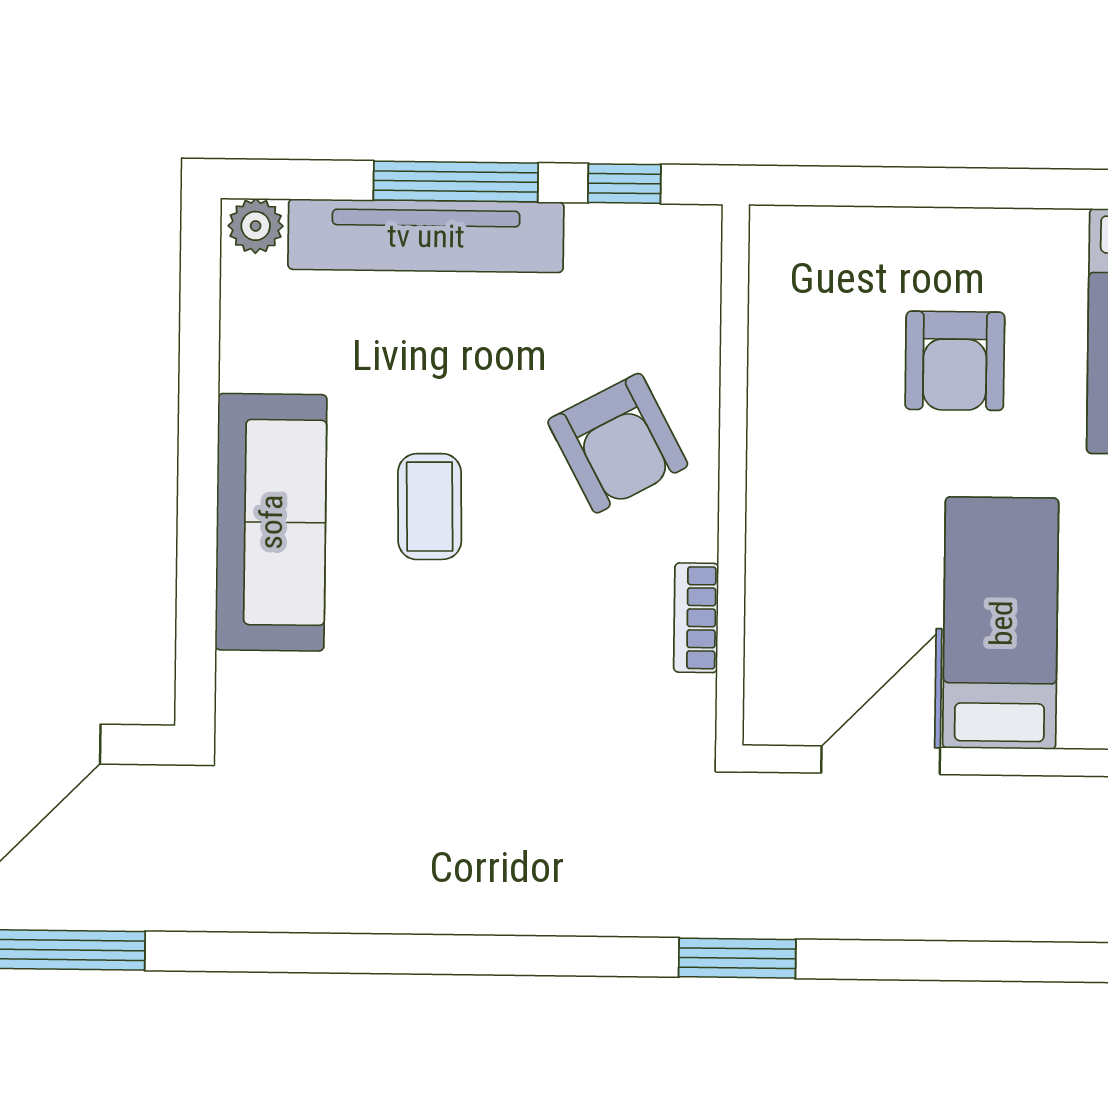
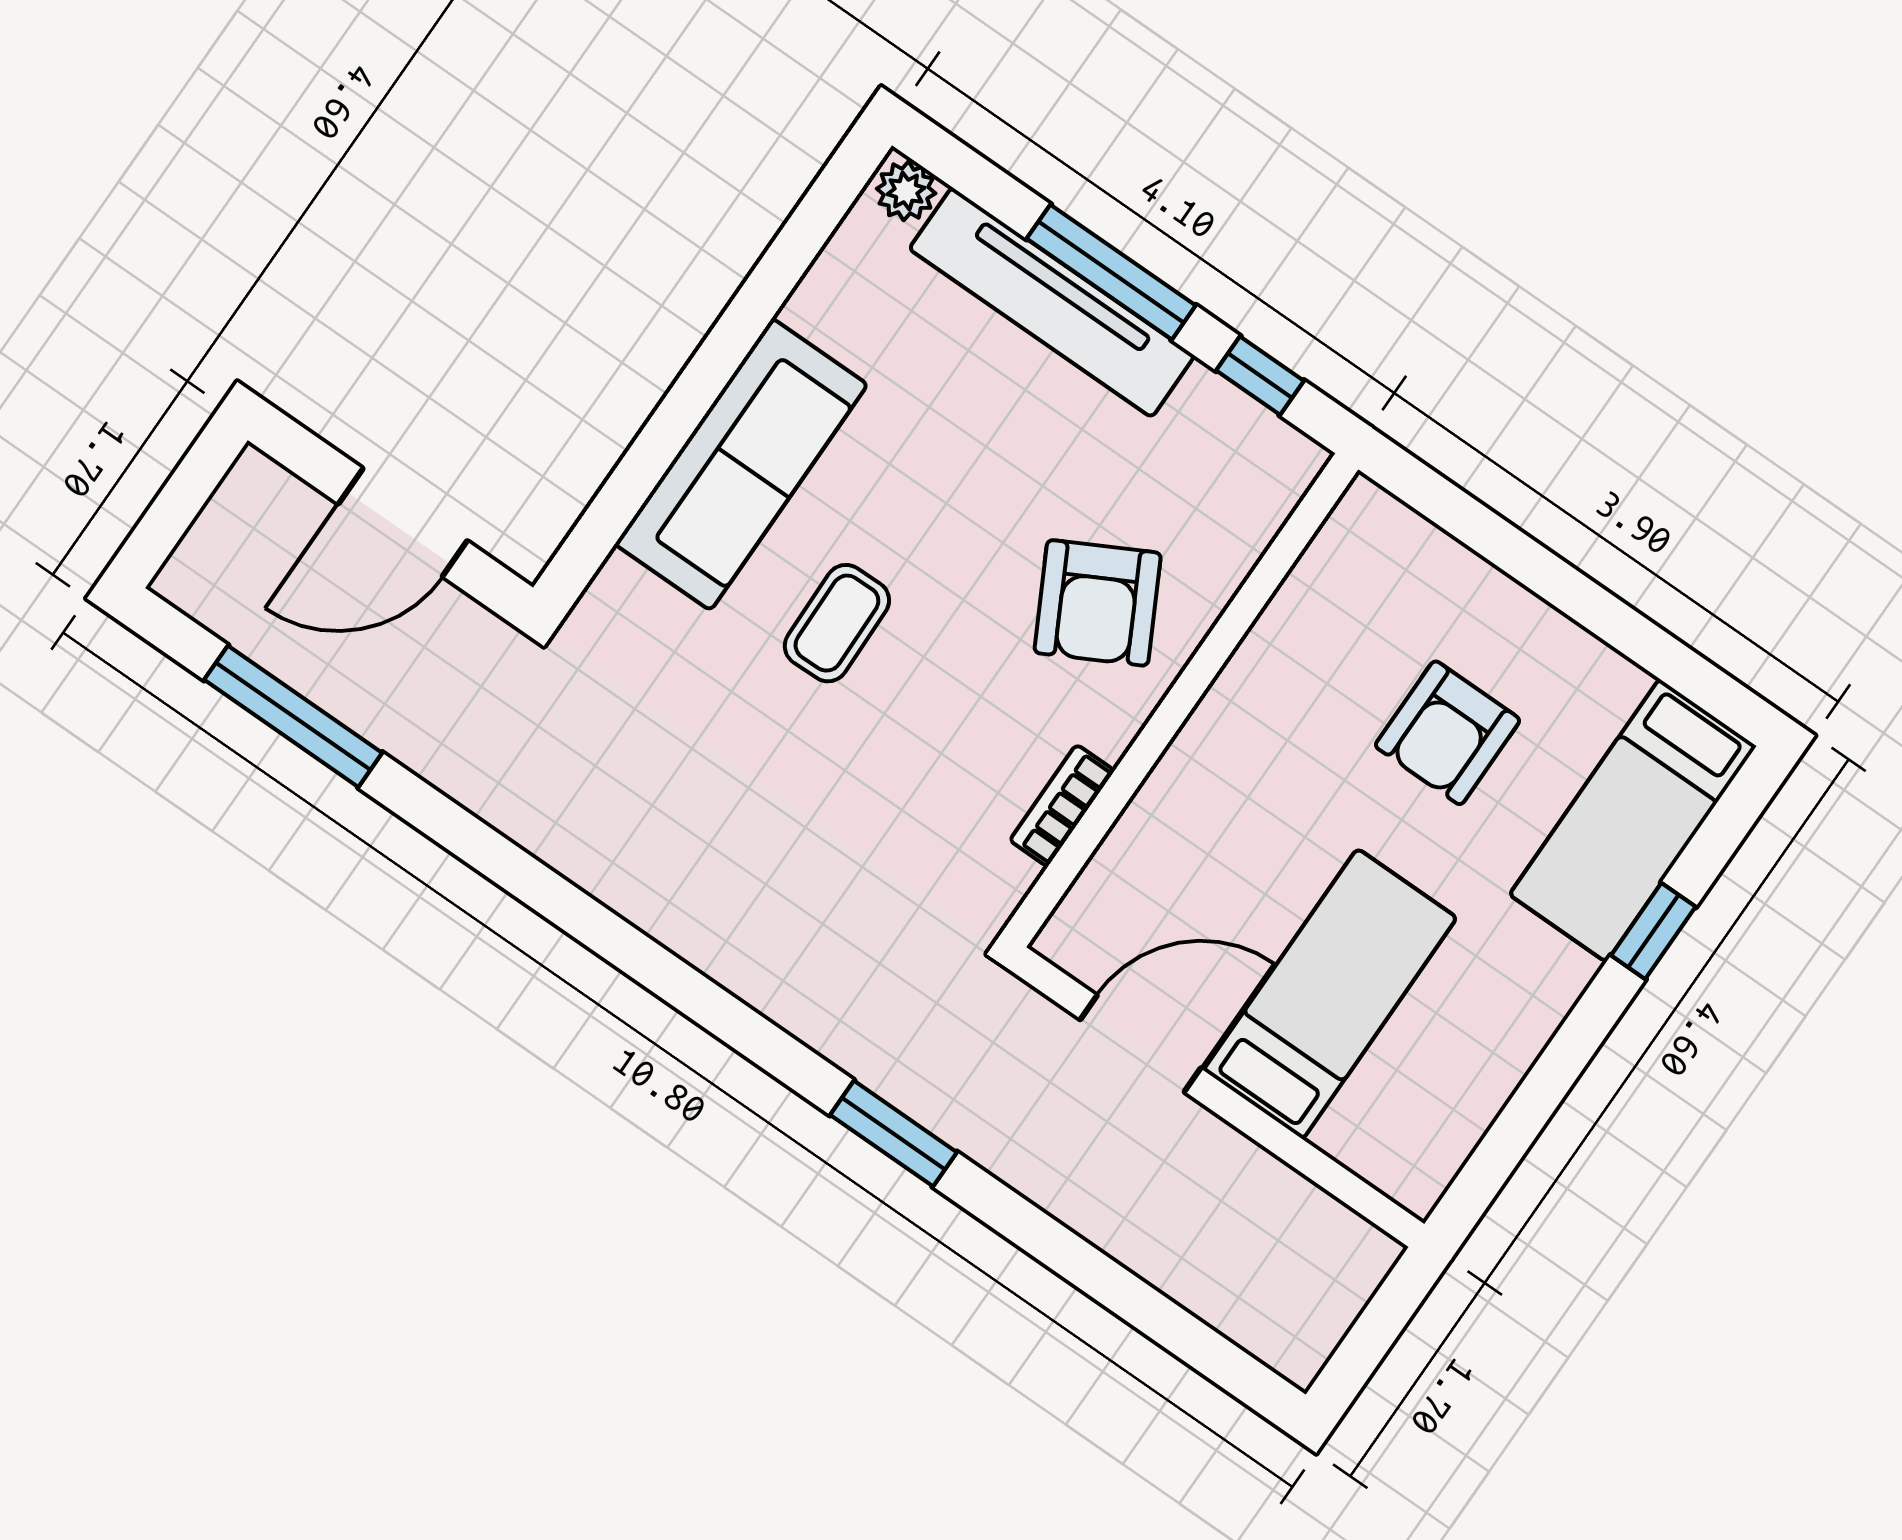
coffee table: (430, 507) -> (837, 623), moved

